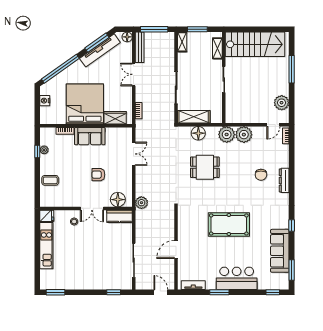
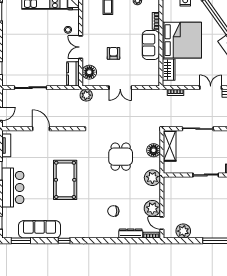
plant: (244, 135) -> (152, 208), moved
double door: (134, 154) -> (120, 88), moved
dresser: (284, 180) -> (131, 234), moved

